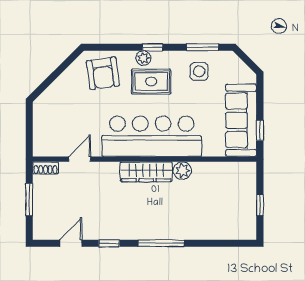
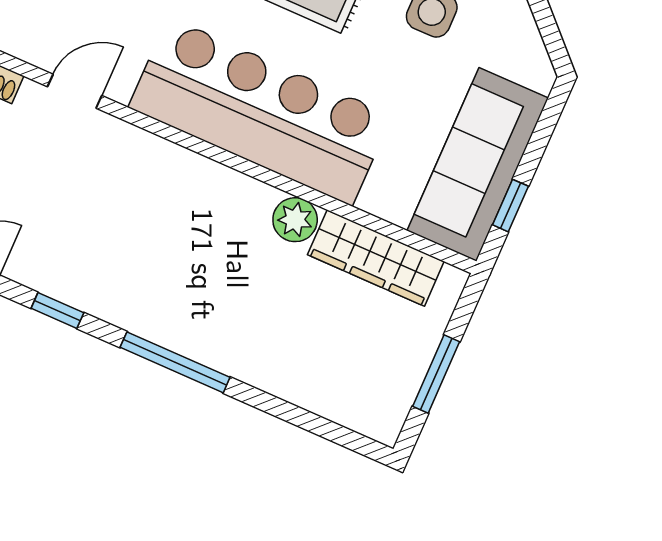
wardrobe: (146, 172) -> (376, 258), moved
window: (260, 205) -> (436, 374), width x1.50

